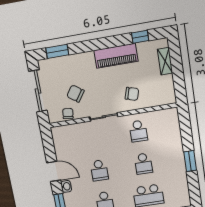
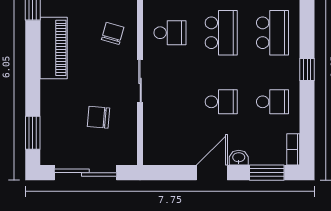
chair: (75, 94) -> (98, 117), turned 60
chair: (68, 113) -> (126, 134), removed
school desk: (143, 164) -> (221, 33), width x1.85

